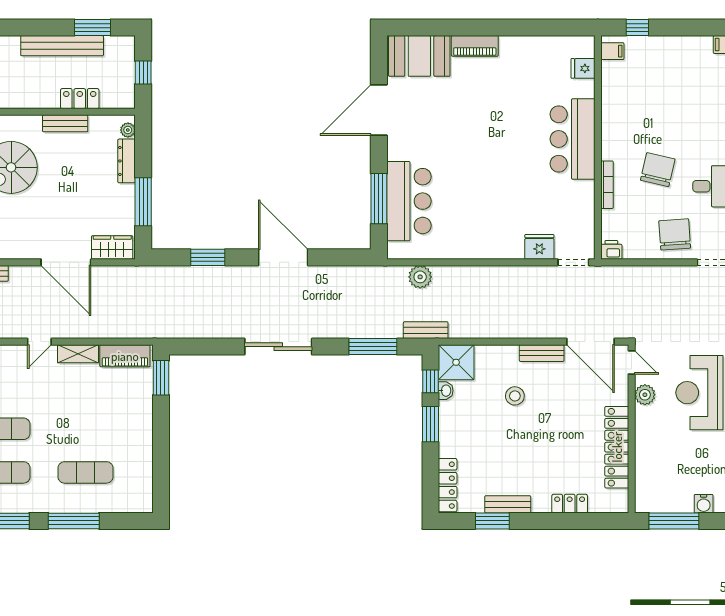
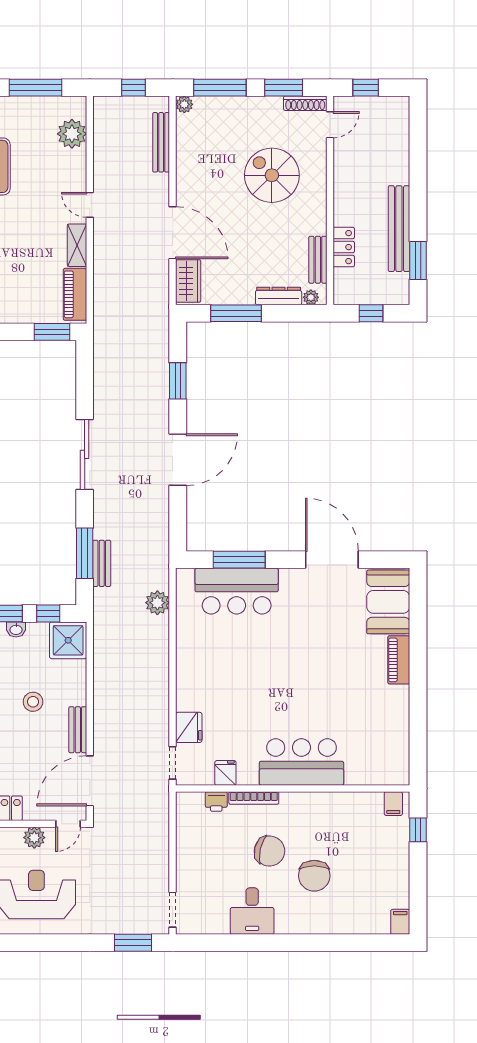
fridge: (583, 68) -> (225, 773), moved
bench: (65, 123) -> (318, 260), moved
chair: (675, 234) -> (314, 876), moved, turned 94
printer: (611, 250) -> (216, 802), moved, turned 90
door: (66, 262) -> (173, 233), swing flipped
bench: (426, 330) -> (102, 563), moved
washbasin: (446, 391) -> (16, 629), moved

